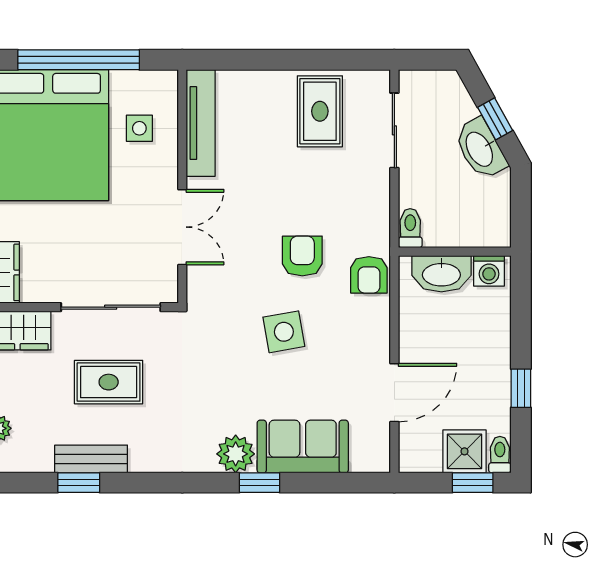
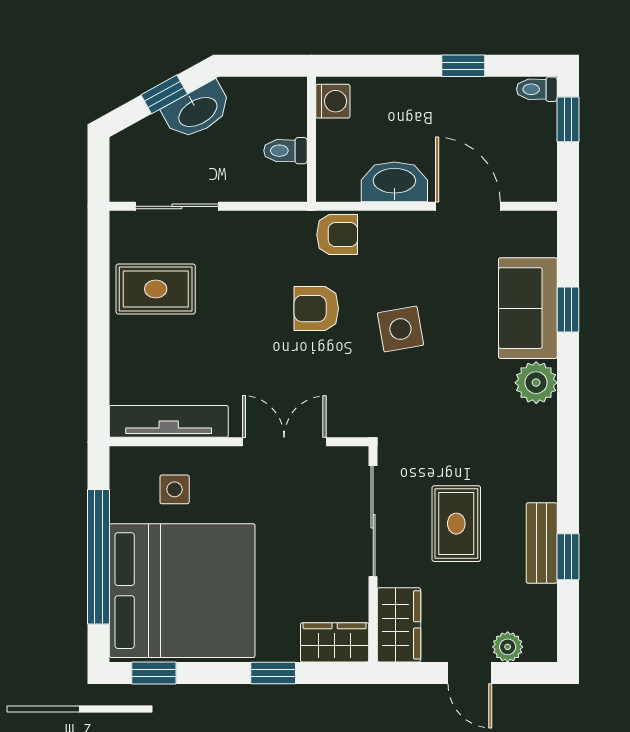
toilet: (410, 228) -> (285, 151), moved
washbasin: (441, 274) -> (394, 182), moved, turned -90
shower: (465, 451) -> (533, 128), removed
window: (260, 483) -> (568, 310), moved

